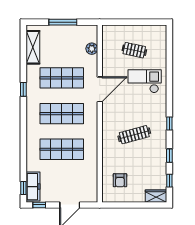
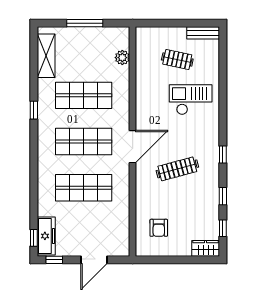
bench: (154, 30) -> (203, 33), added
door: (100, 89) -> (133, 147), moved

